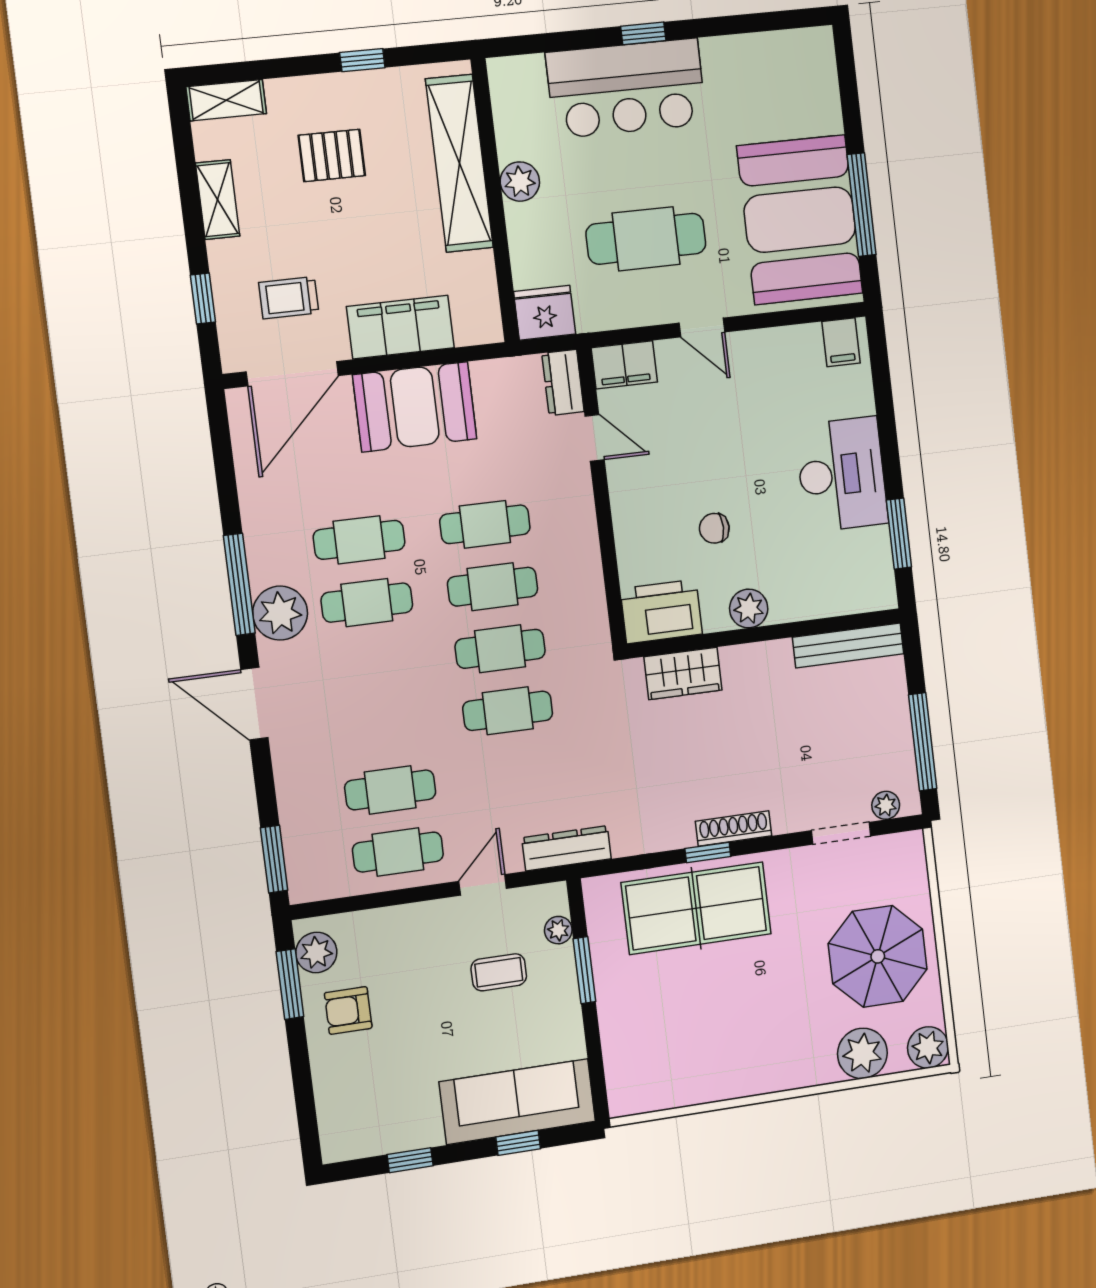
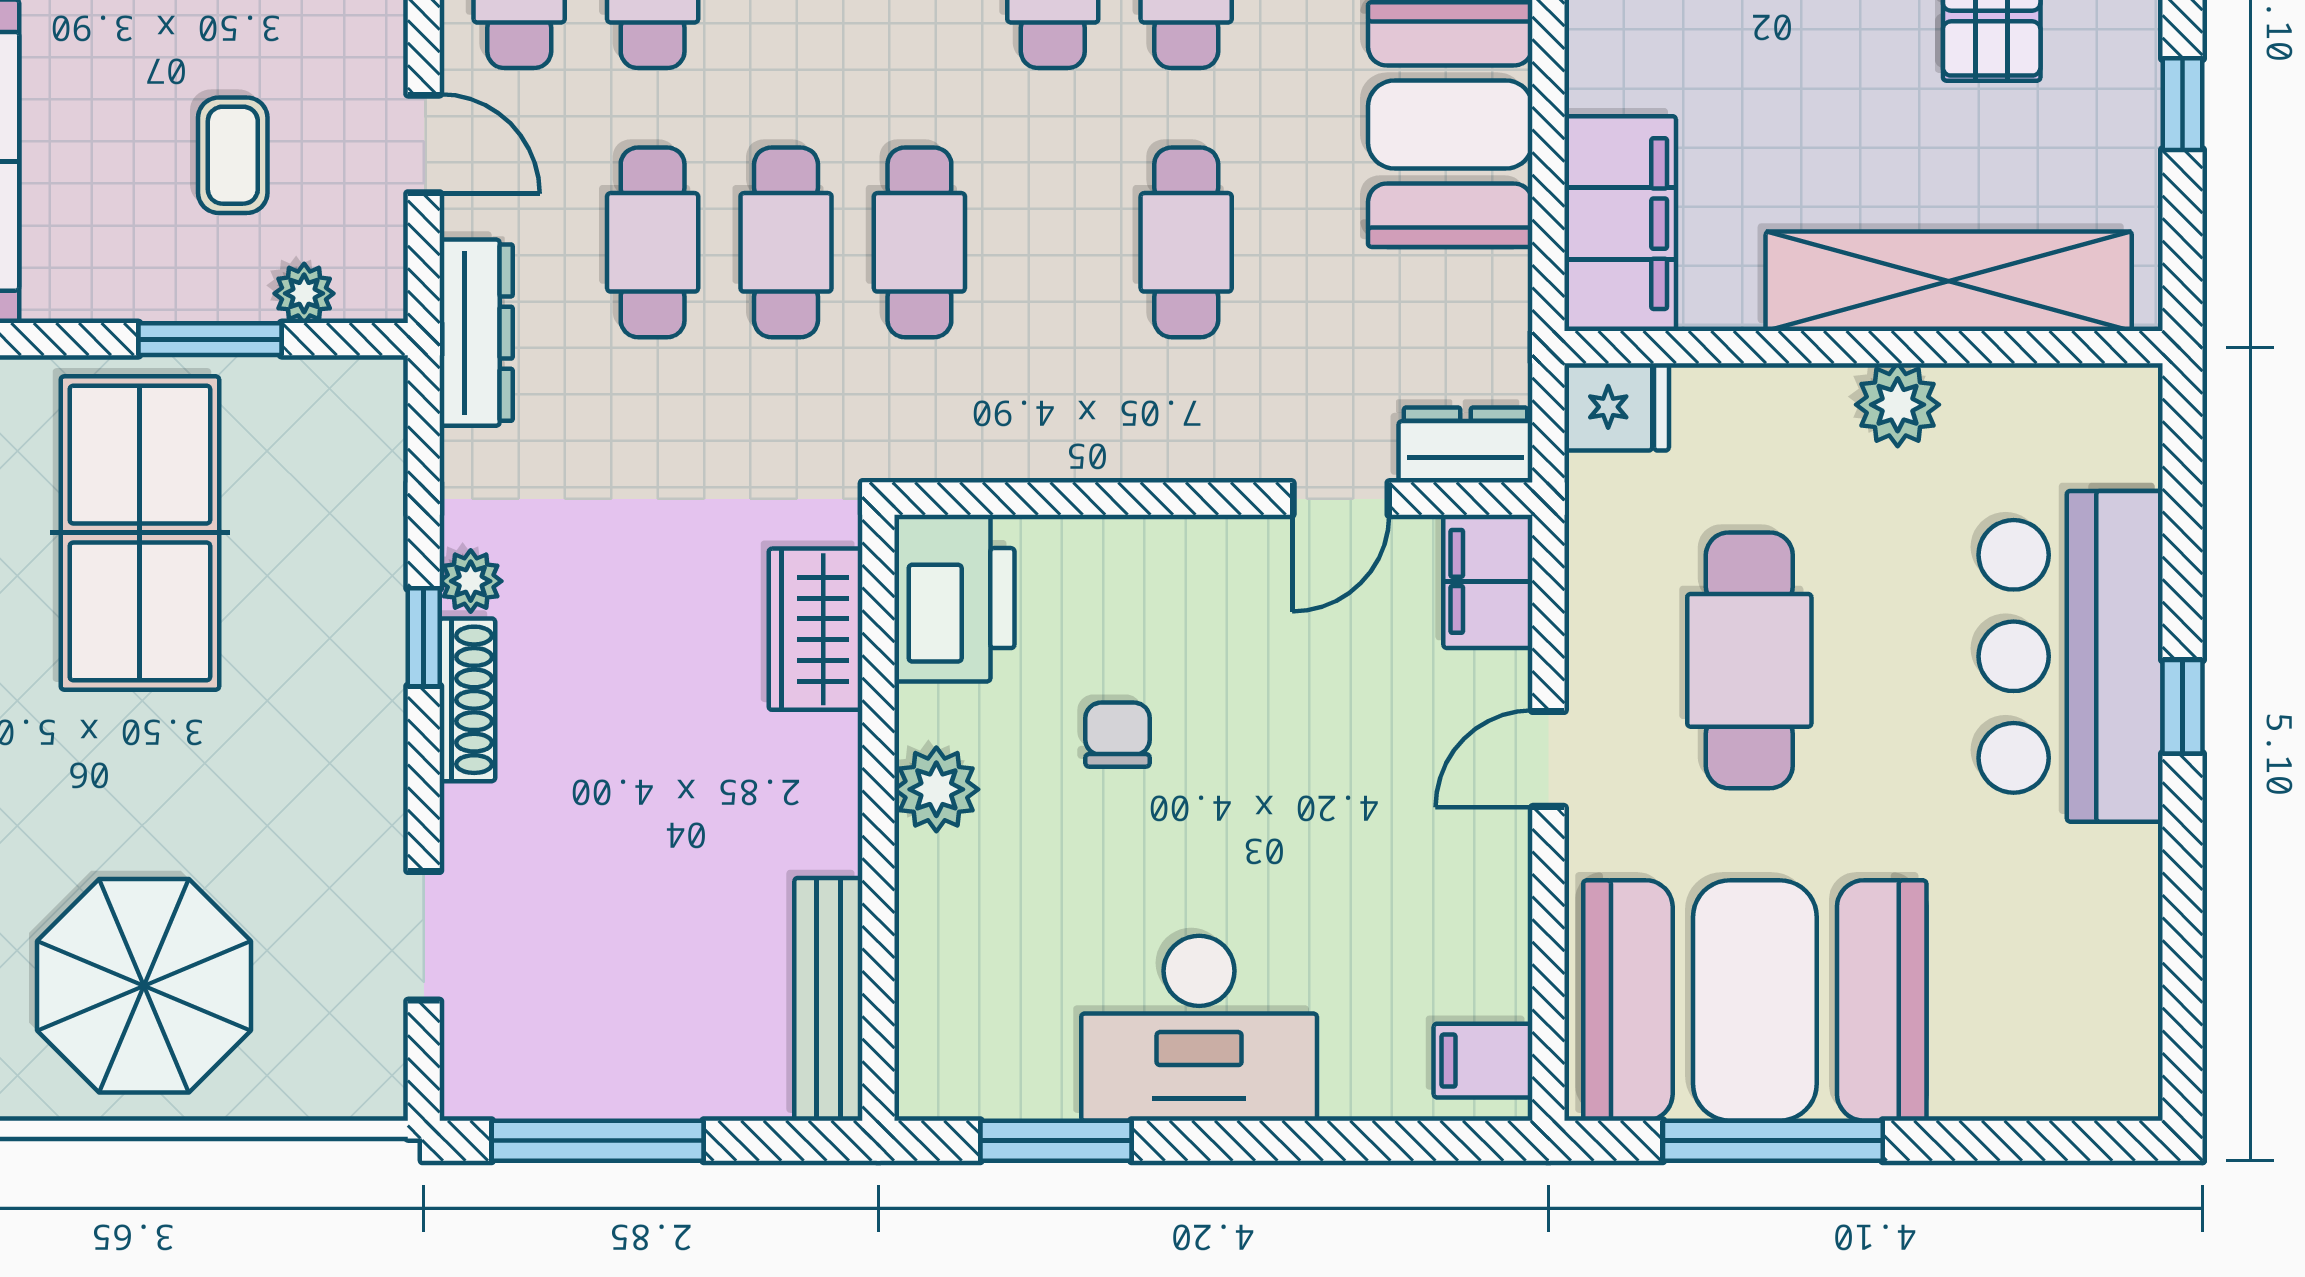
fridge: (545, 313) -> (1617, 407), width x0.72
filing cabinet: (400, 327) -> (1620, 224), moved
cafe table: (493, 587) -> (653, 242), moved
plant: (886, 805) -> (471, 581), moved
table tennis table: (696, 908) -> (140, 533), moved

